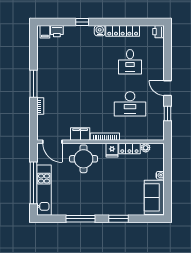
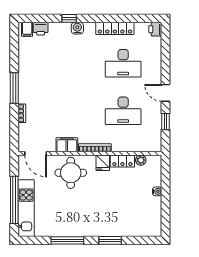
water cooler: (100, 31) -> (77, 28), moved
desk: (130, 62) -> (123, 63), width x1.37
sofa: (154, 197) -> (150, 216), removed

